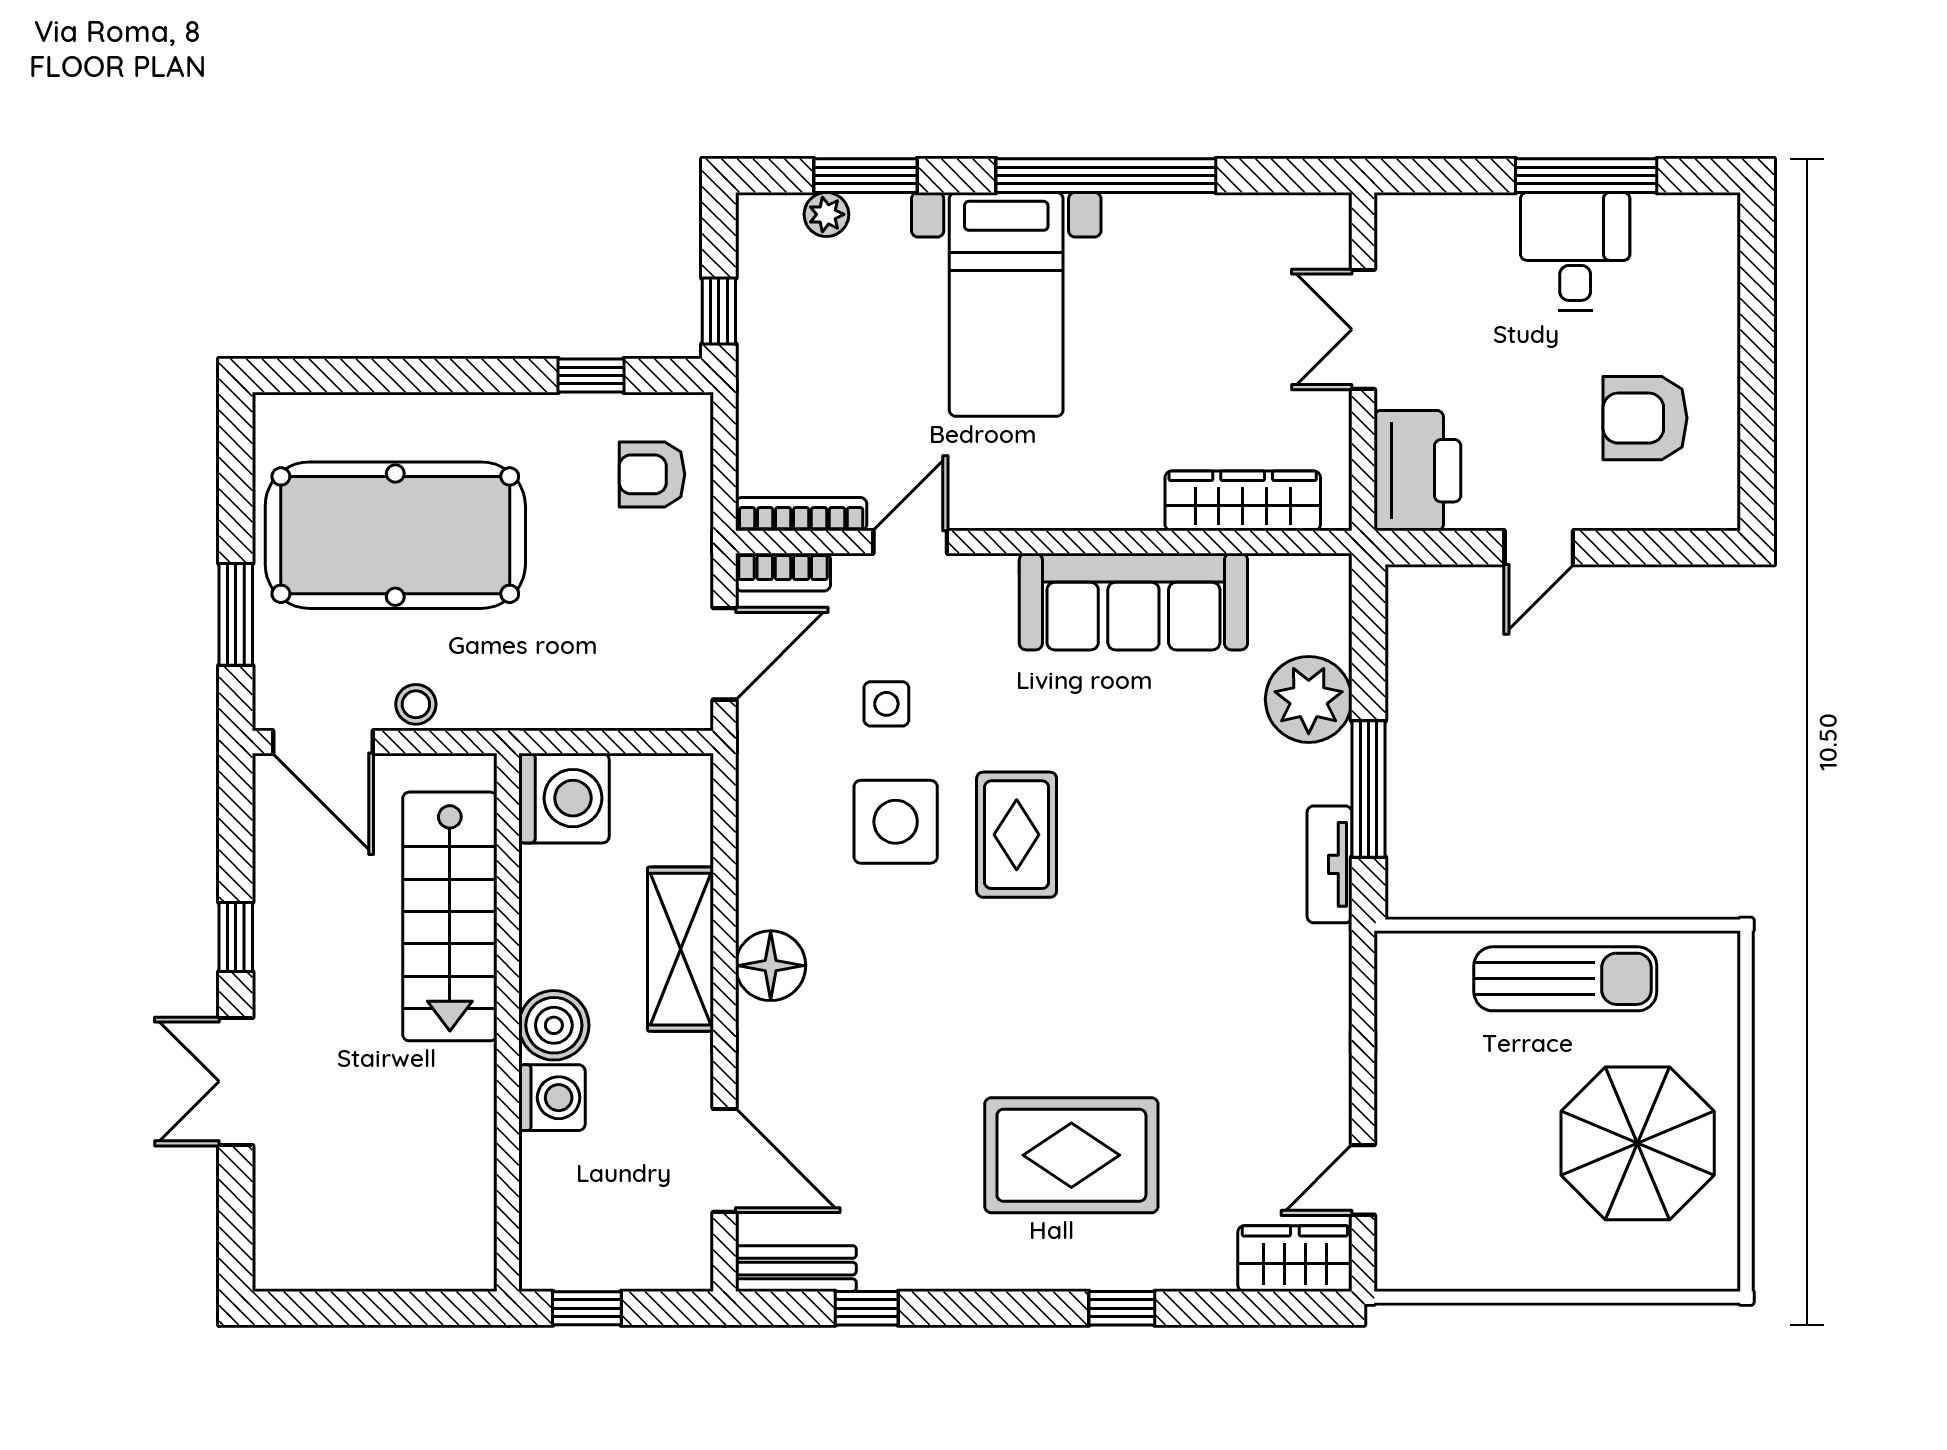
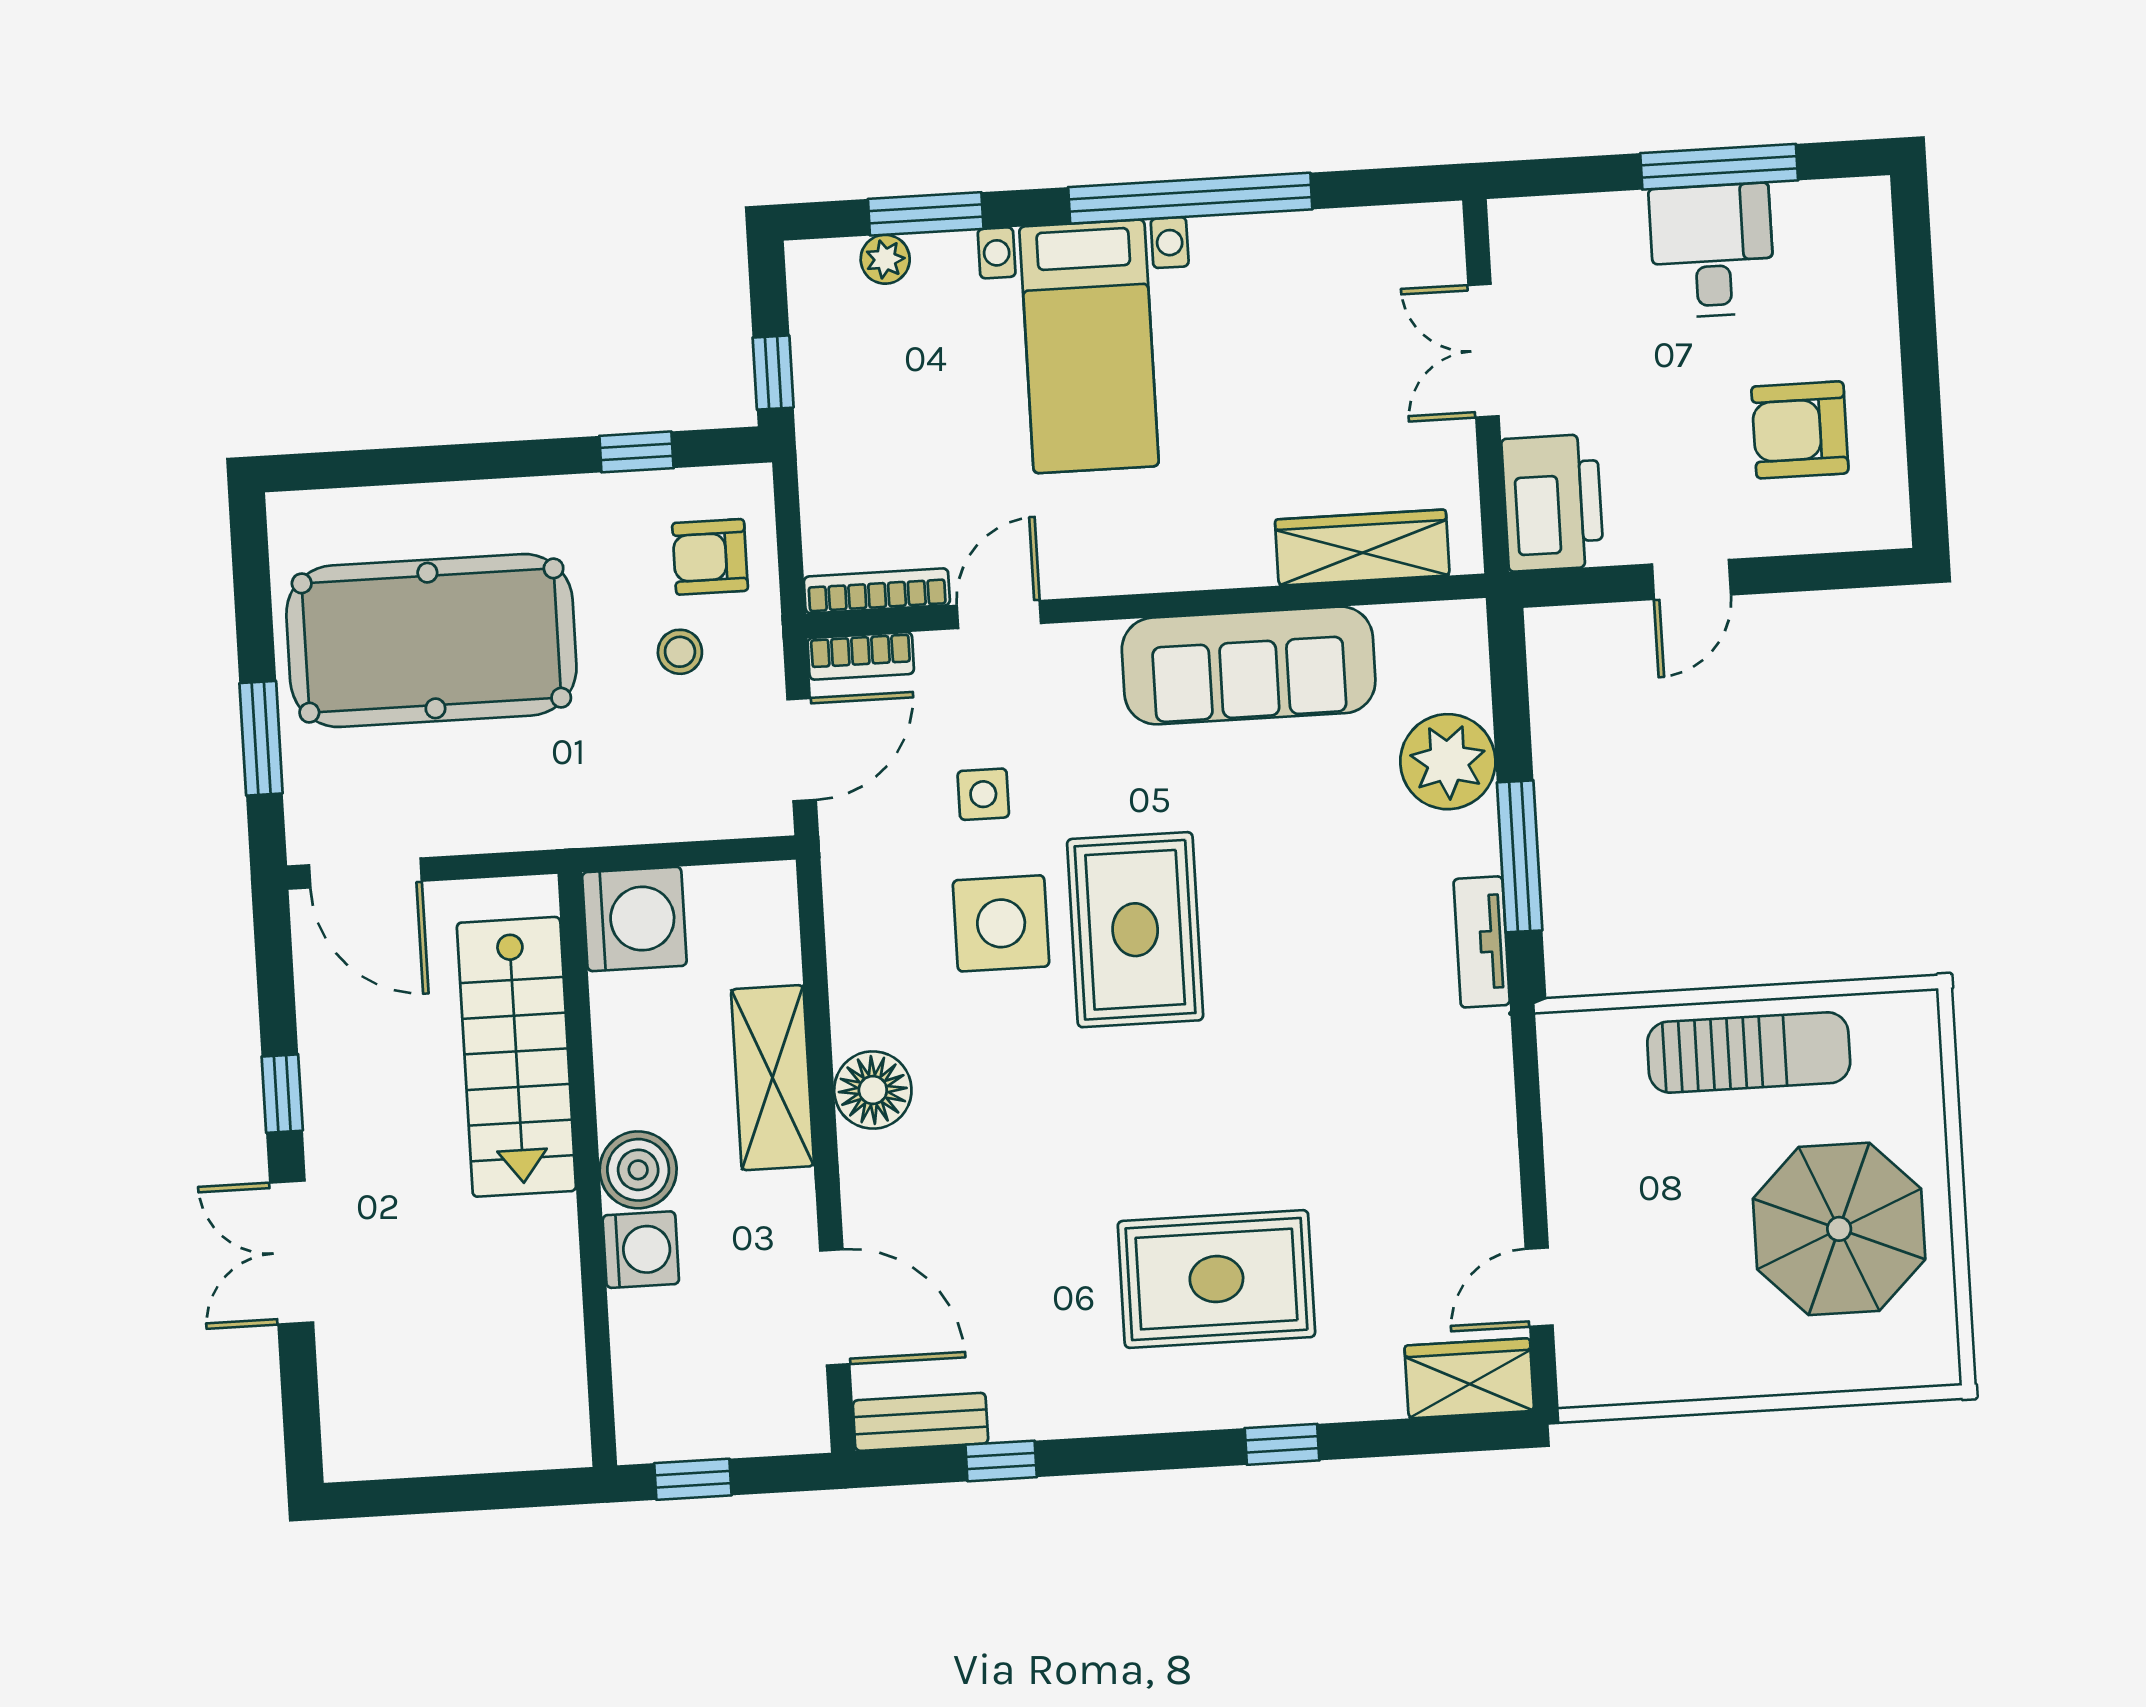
stool: (416, 704) -> (680, 652), moved
rug: (1017, 835) -> (1135, 930), width x1.36, depth x1.43

